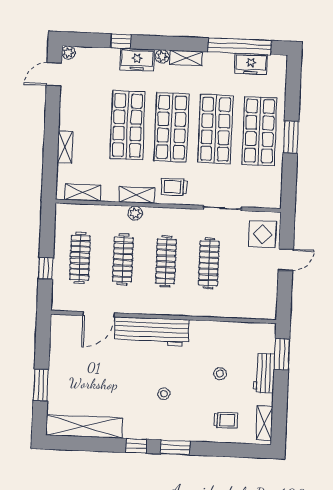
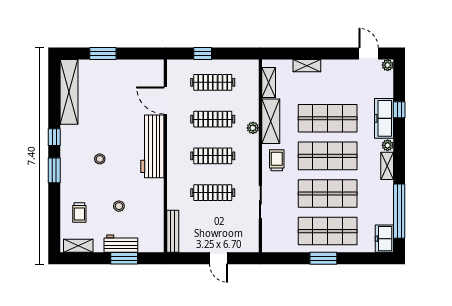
freezer: (137, 60) -> (384, 118), width x1.40
freezer: (251, 64) -> (384, 239), moved
shelving: (137, 195) -> (271, 121), width x1.50, depth x1.33
display table: (262, 234) -> (239, 237), removed
bench: (252, 312) -> (173, 231), added
window: (282, 354) -> (124, 258), moved

